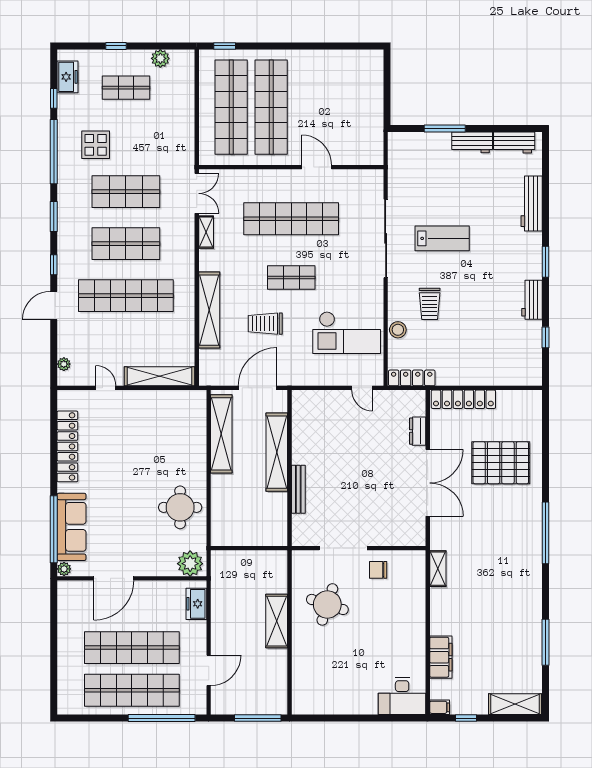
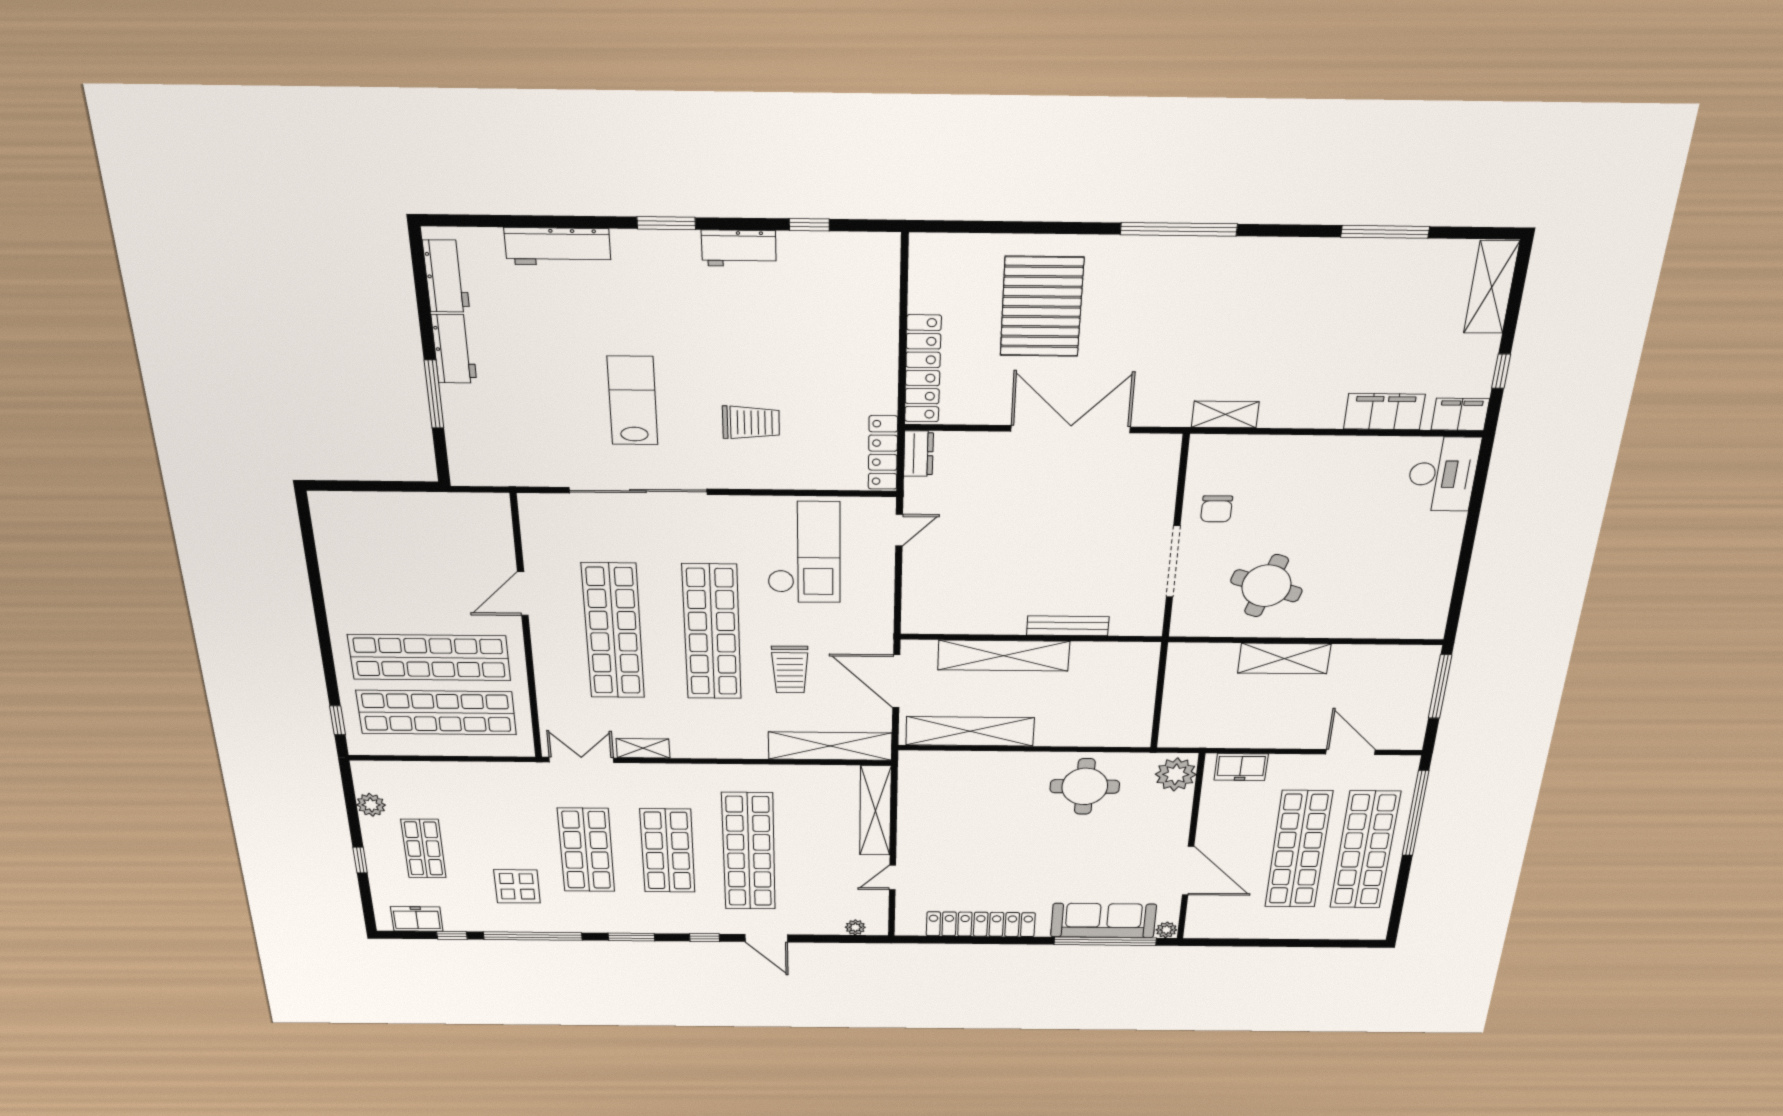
shop shelf: (291, 277) -> (712, 632), width x2.00, depth x1.36
shelving: (209, 310) -> (830, 746), moved
stool: (398, 330) -> (798, 474), removed
dresser: (418, 431) -> (918, 454), moved, turned -90
filing cabinet: (440, 707) -> (1460, 414), width x2.00

